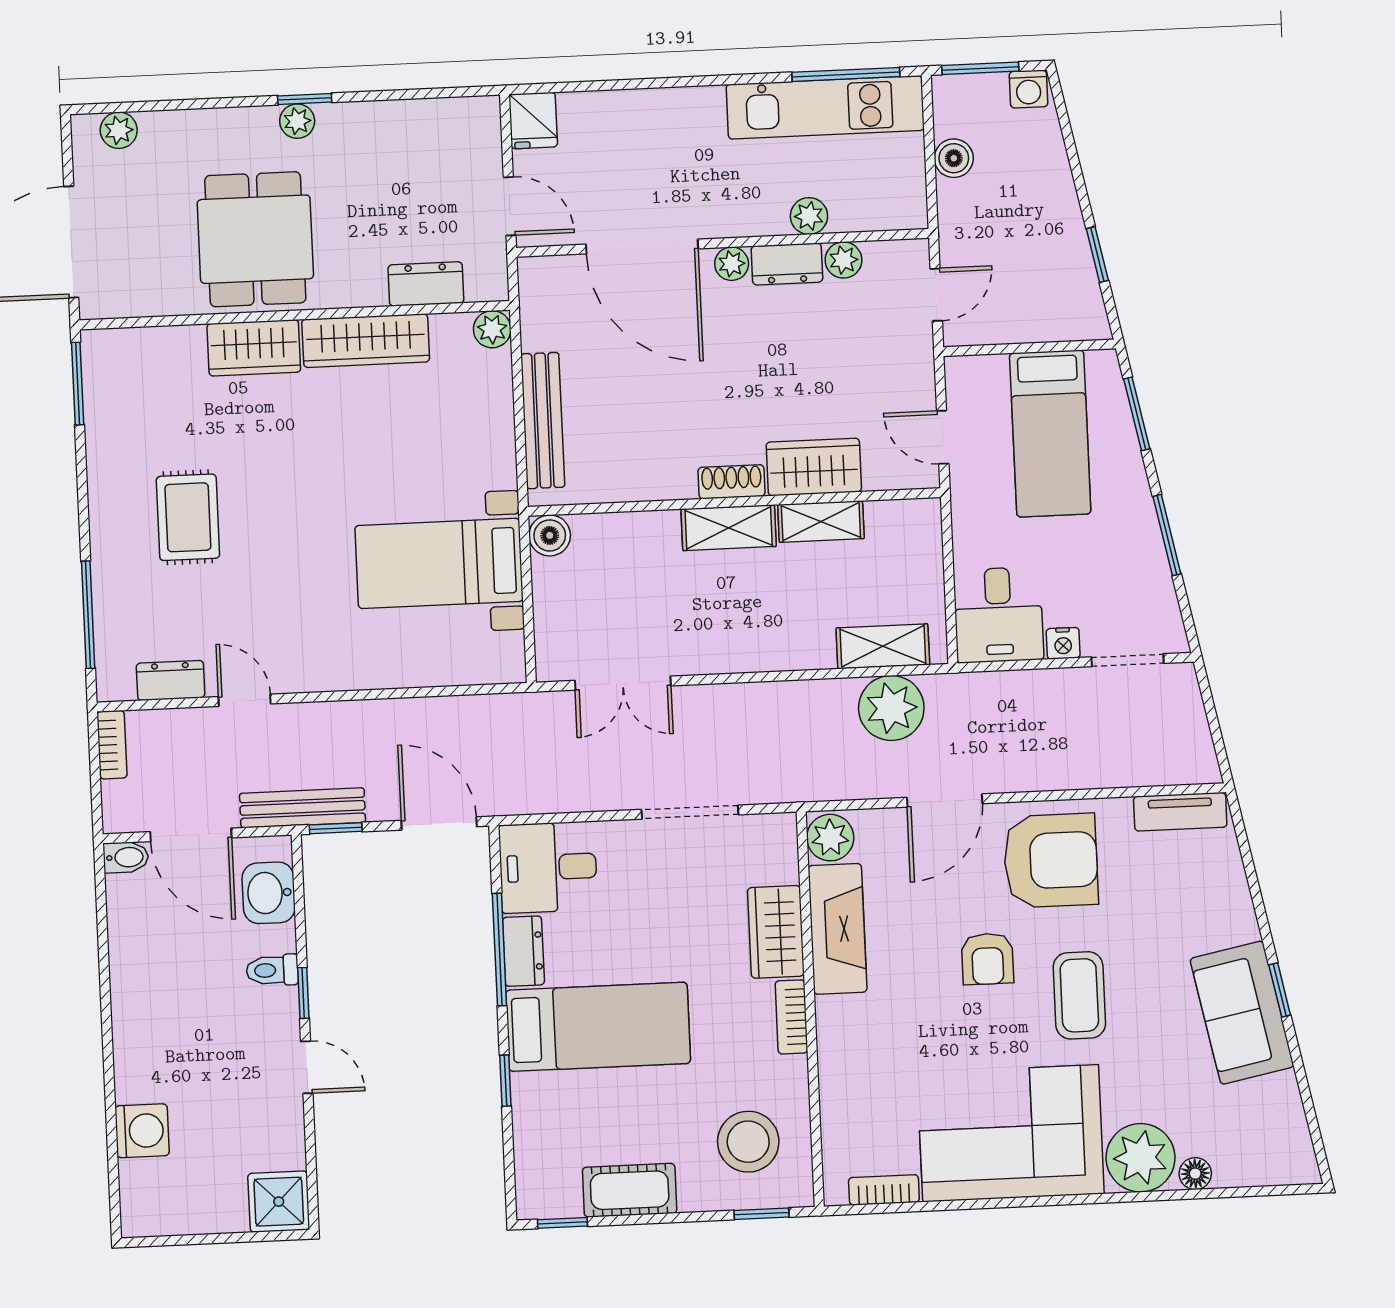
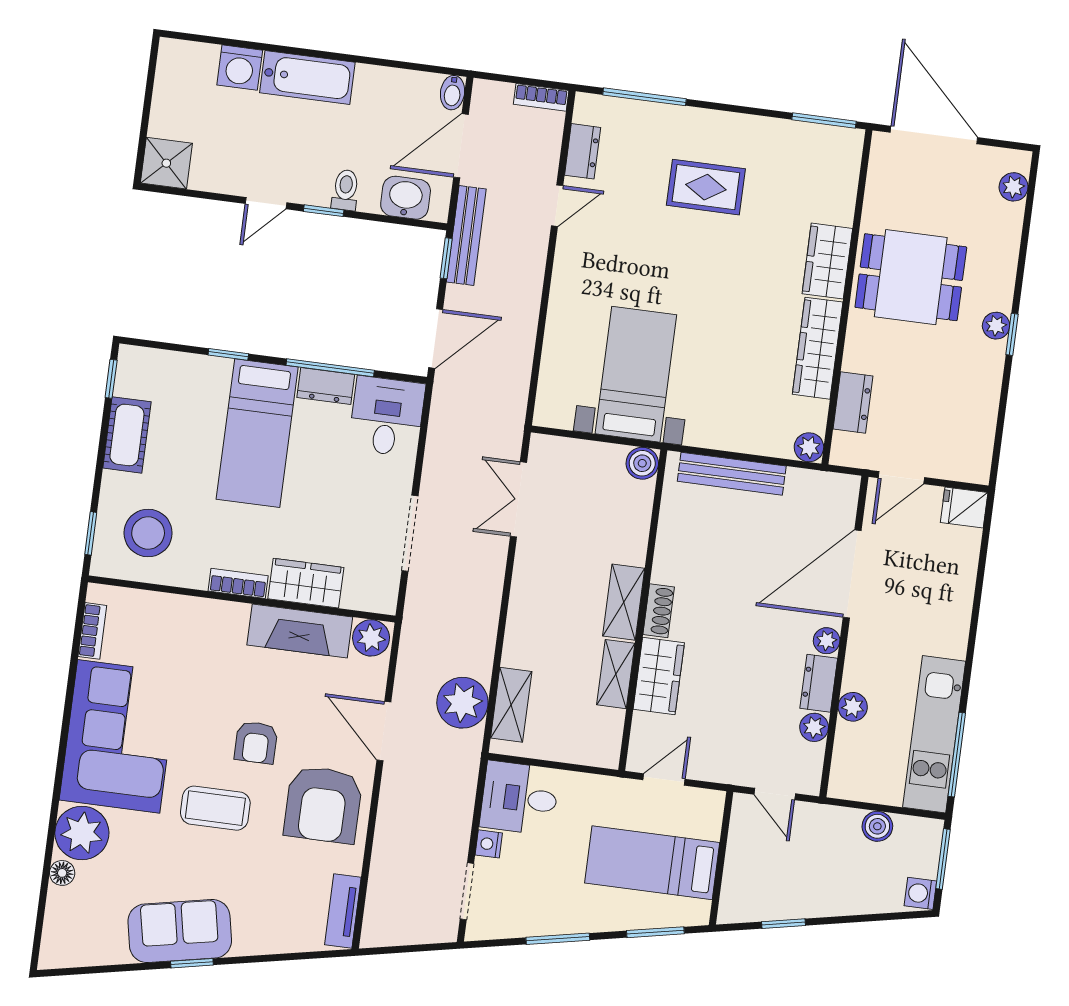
armchair: (988, 959) -> (256, 742), turned -90
bathtub: (139, 1043) -> (307, 77), added

